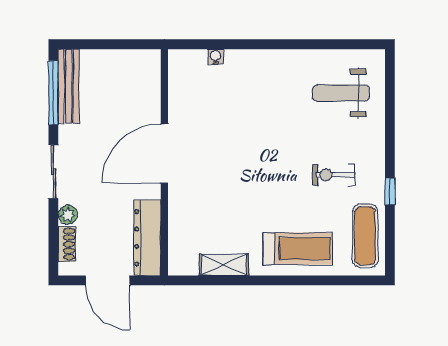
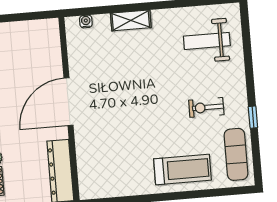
water cooler: (216, 57) -> (86, 21), moved
shelving: (224, 265) -> (131, 20), moved

